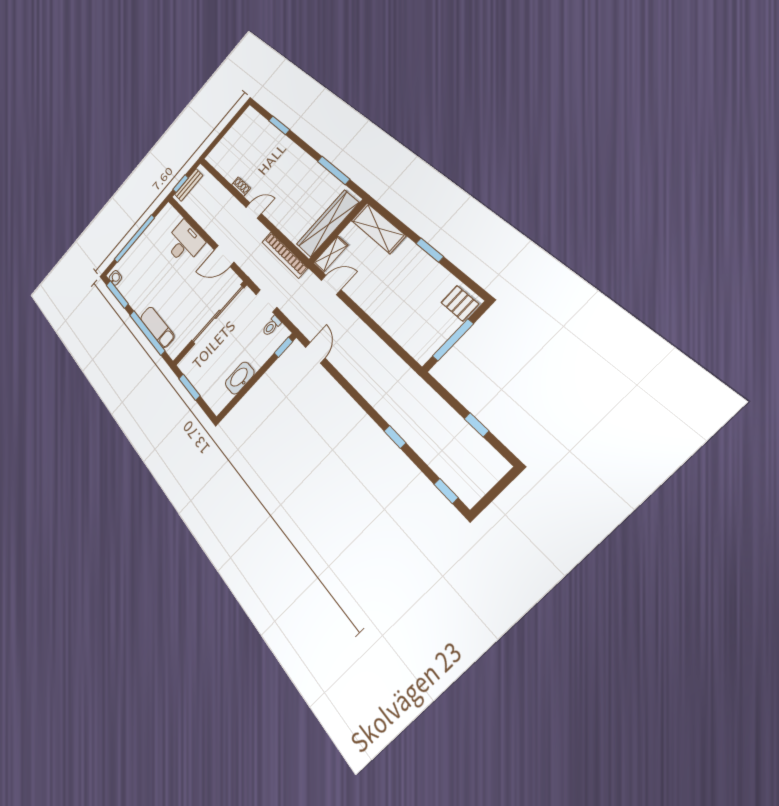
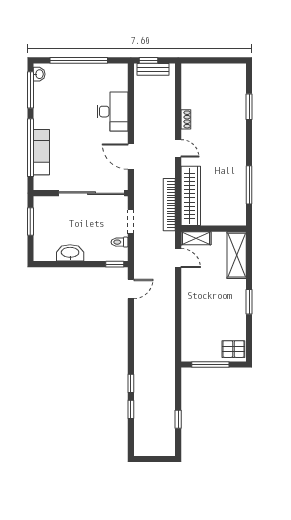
wardrobe: (328, 223) -> (191, 196), moved, turned 90
pallet: (460, 303) -> (233, 349), turned 90
window: (446, 491) -> (131, 409), moved

